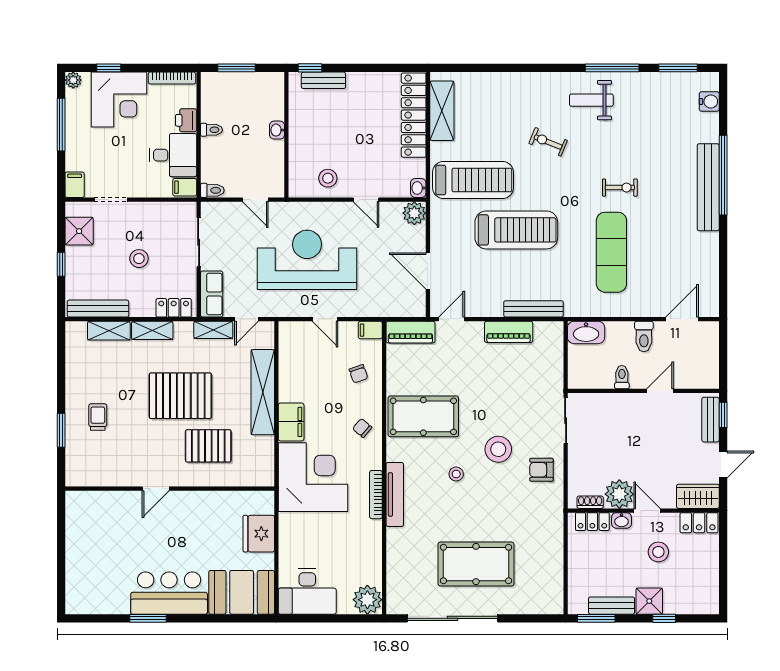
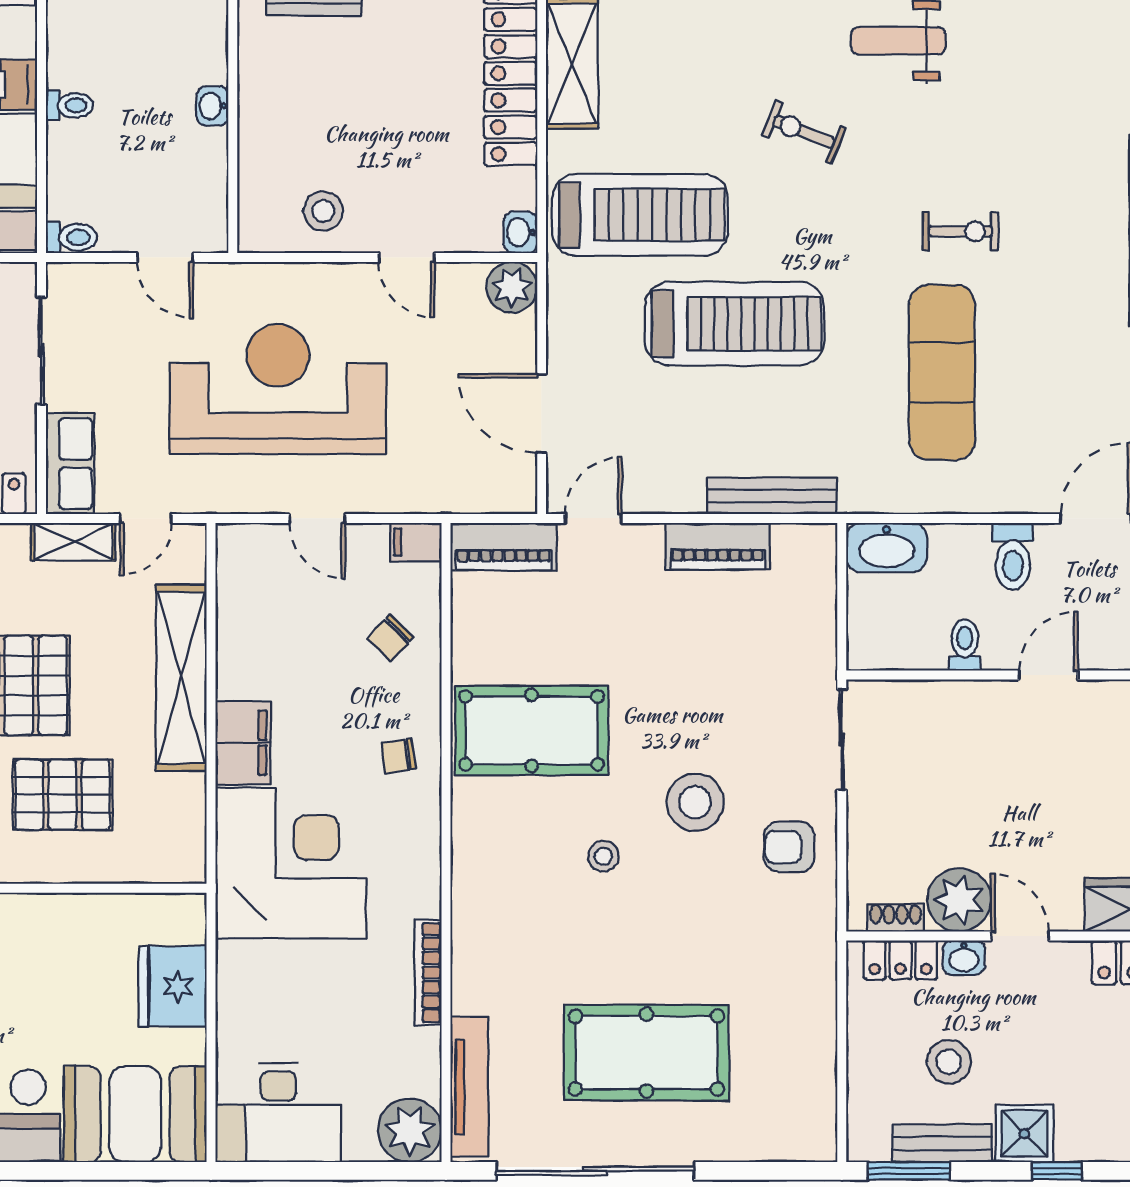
chair: (359, 374) -> (390, 638), turned 63
chair: (362, 428) -> (398, 756), turned -49
tv unit: (395, 494) -> (469, 1087), moved
bookcase: (376, 495) -> (428, 972), moved
stool: (658, 552) -> (949, 1062), moved

